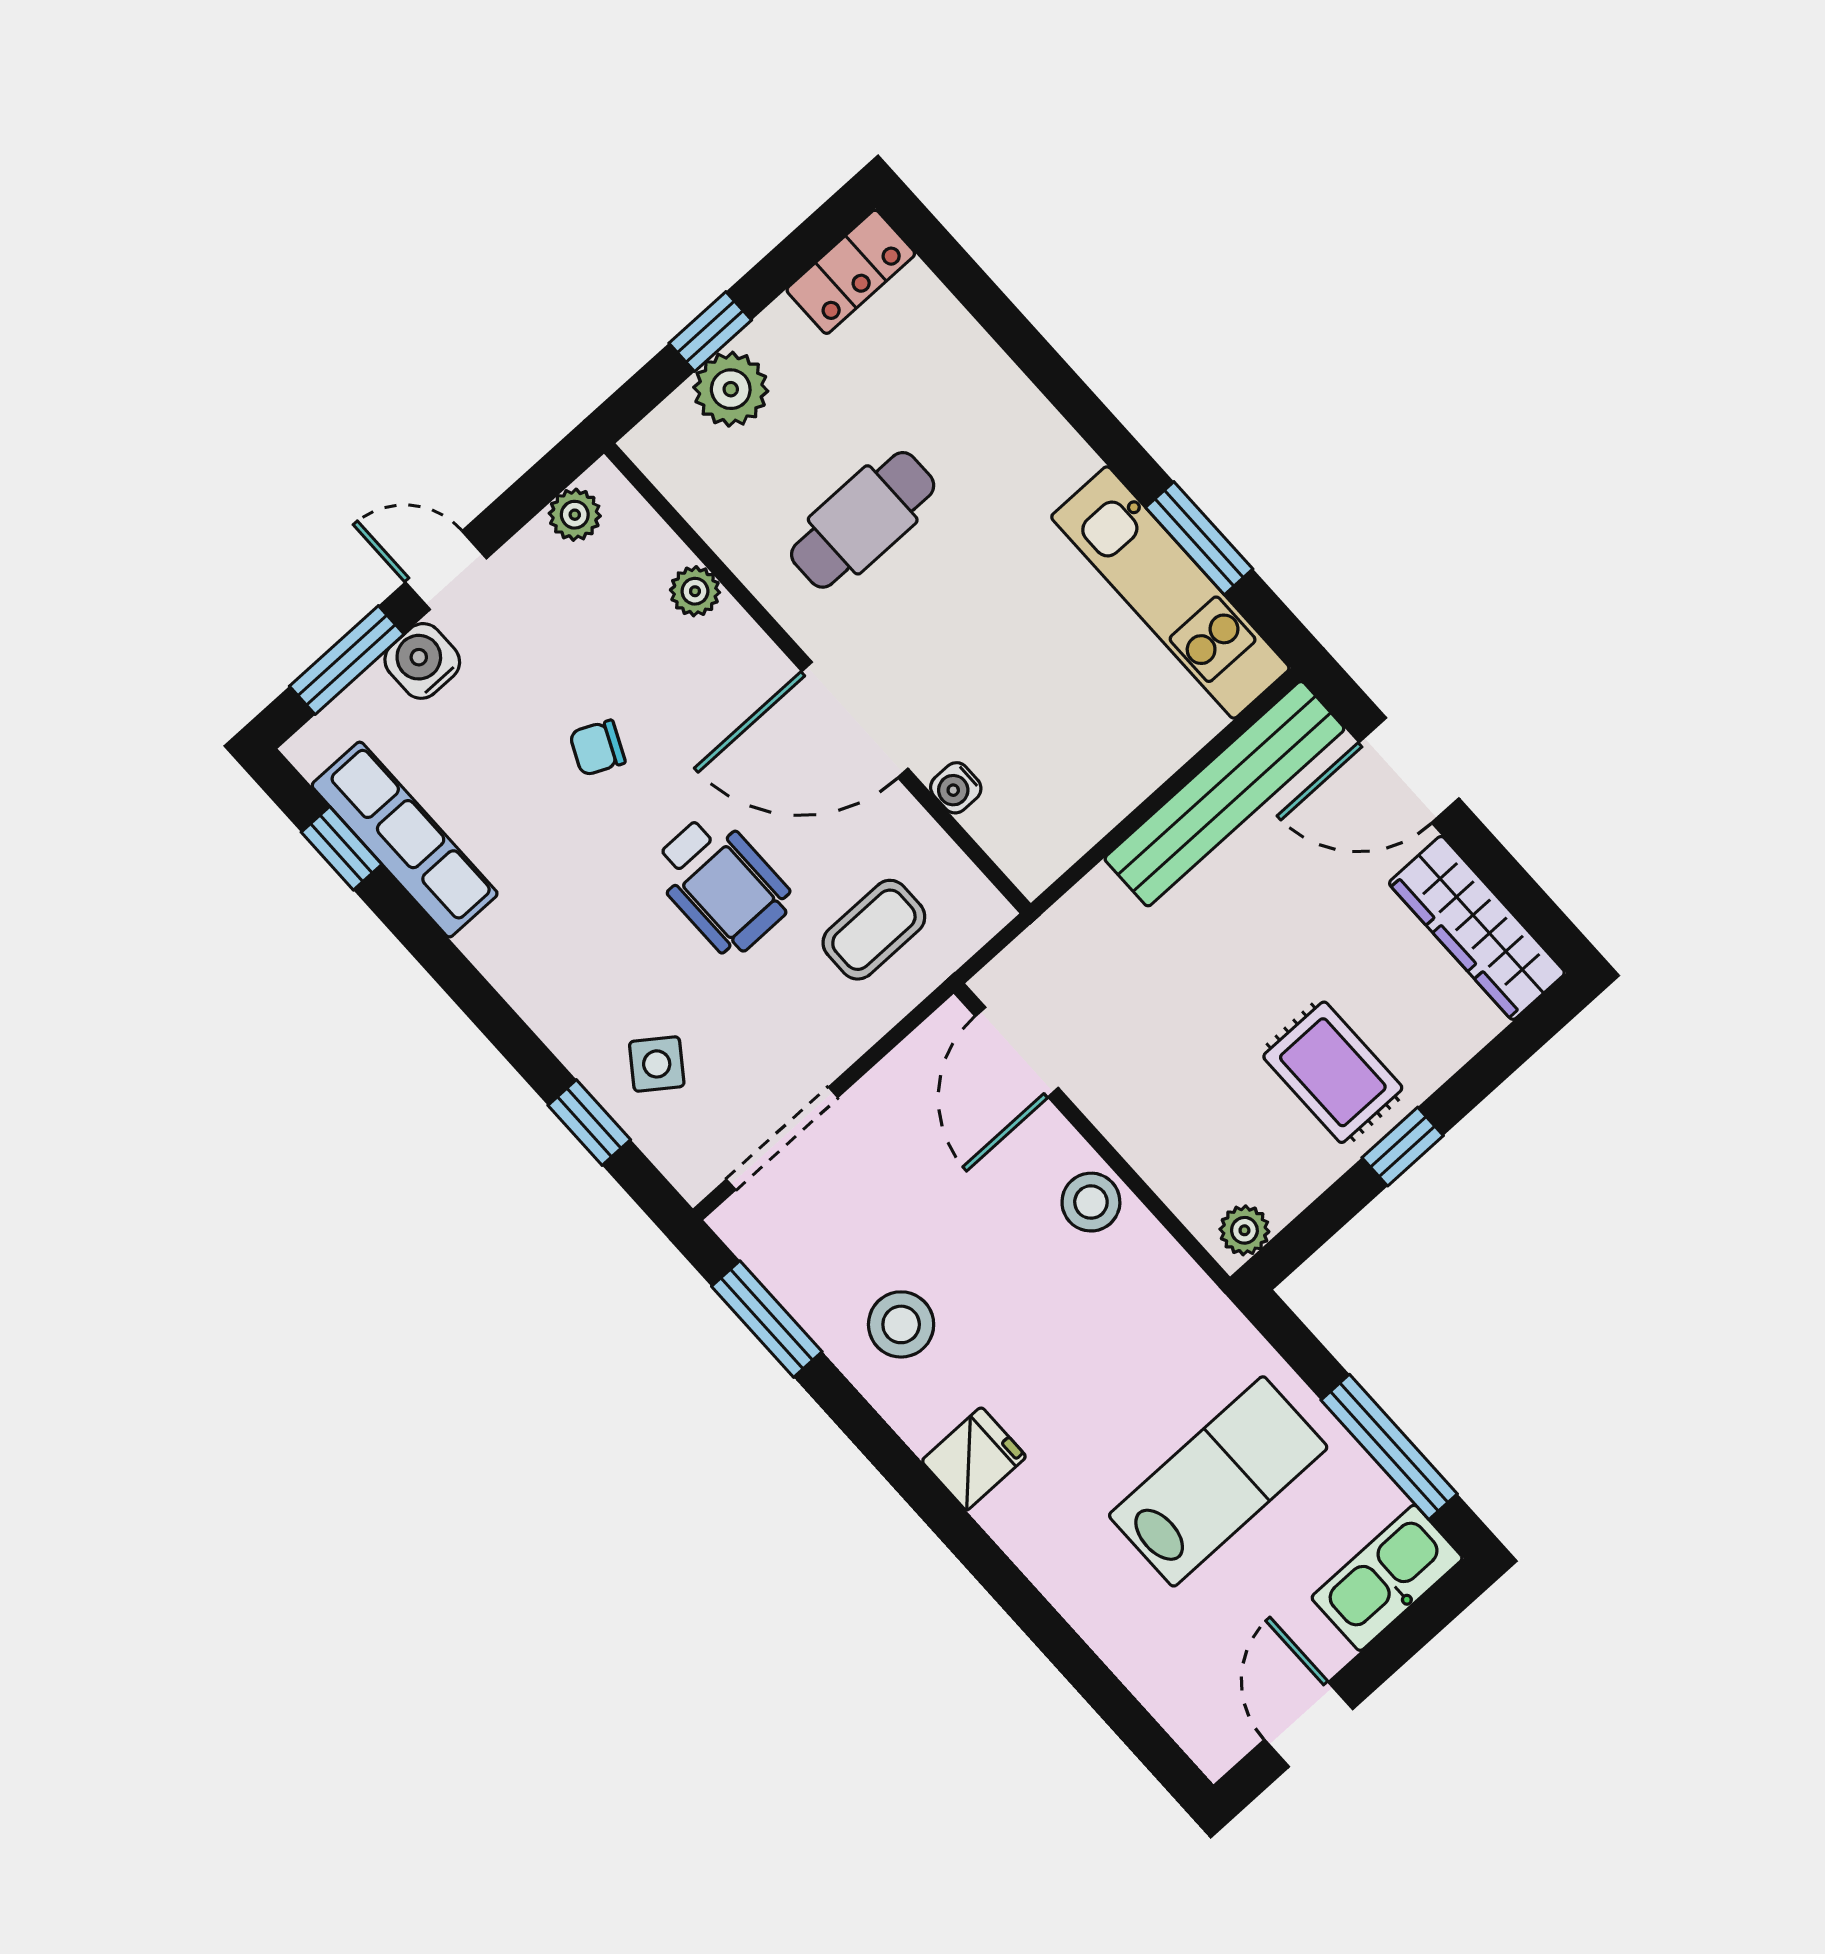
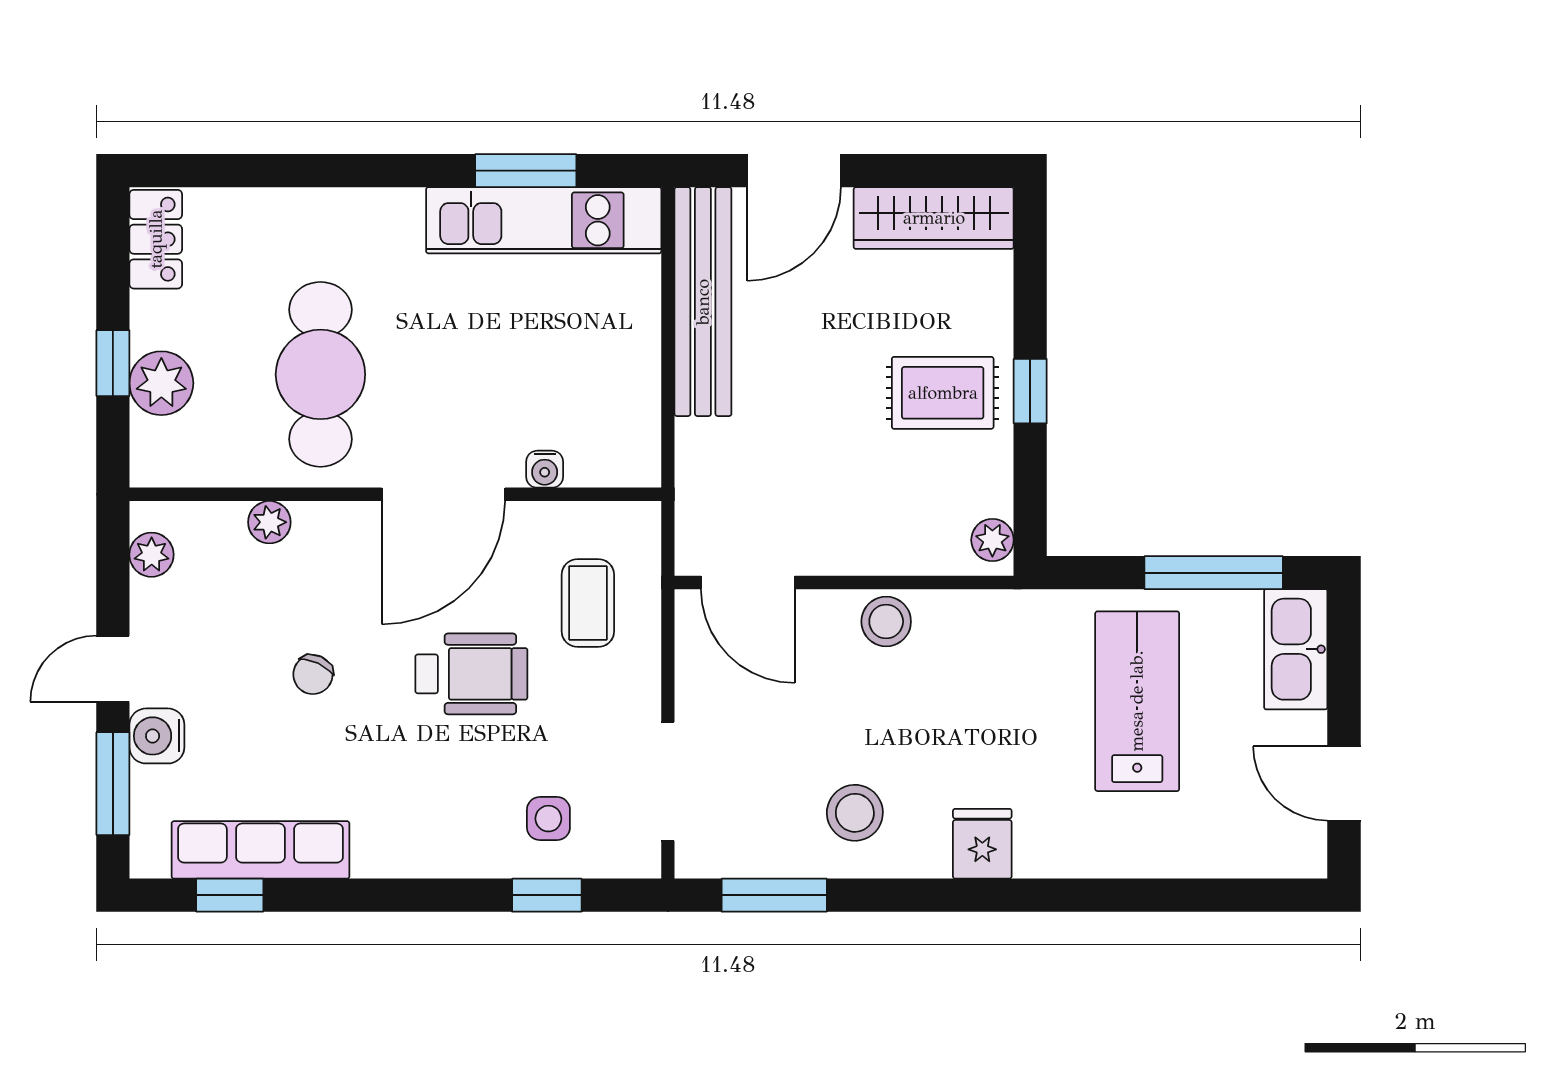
cafe table: (863, 520) -> (320, 374), width x1.37, depth x1.35
side table: (657, 1064) -> (548, 819), turned -36

